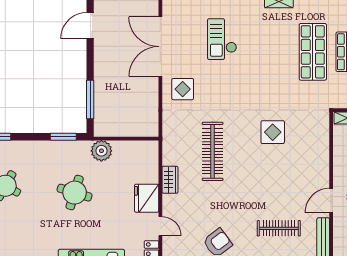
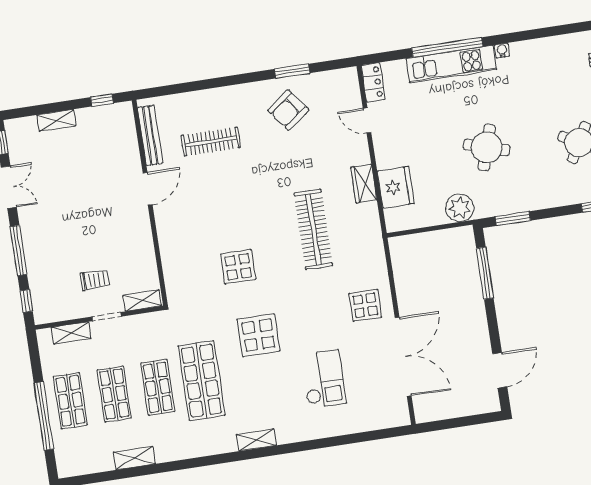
display table: (265, 79) -> (258, 335), added
fridge: (147, 198) -> (396, 187), moved

